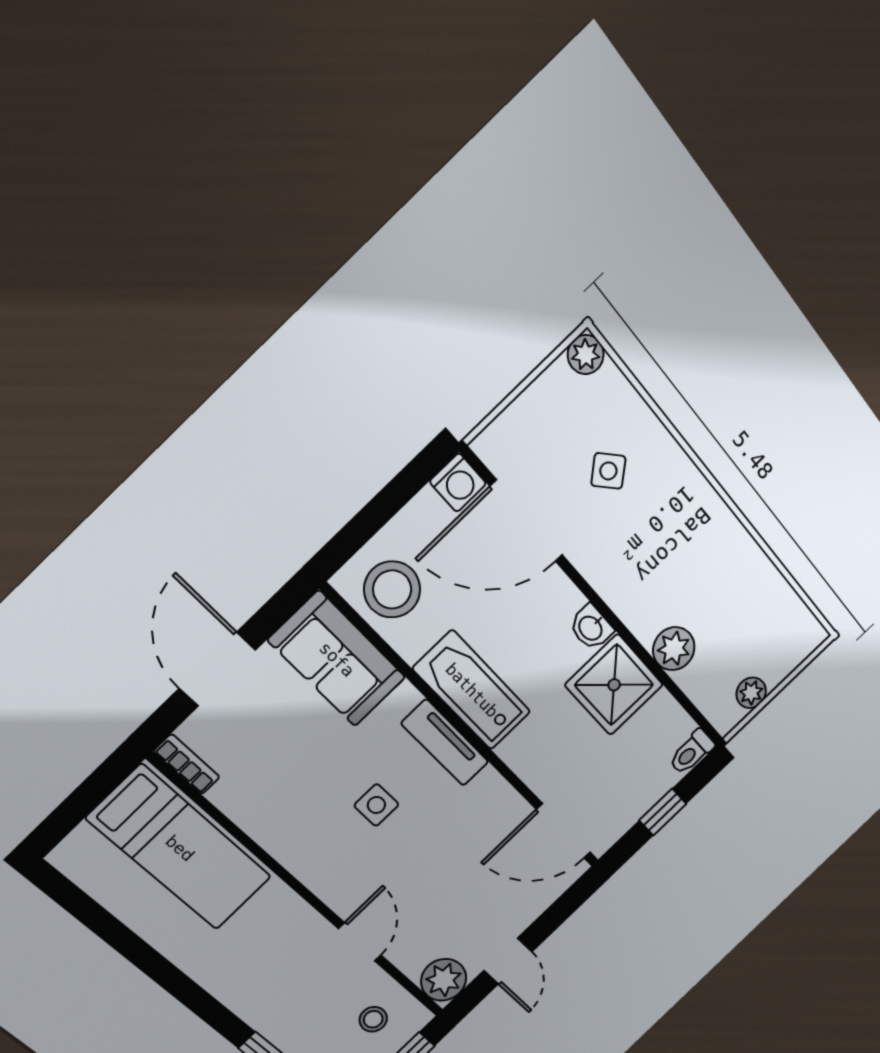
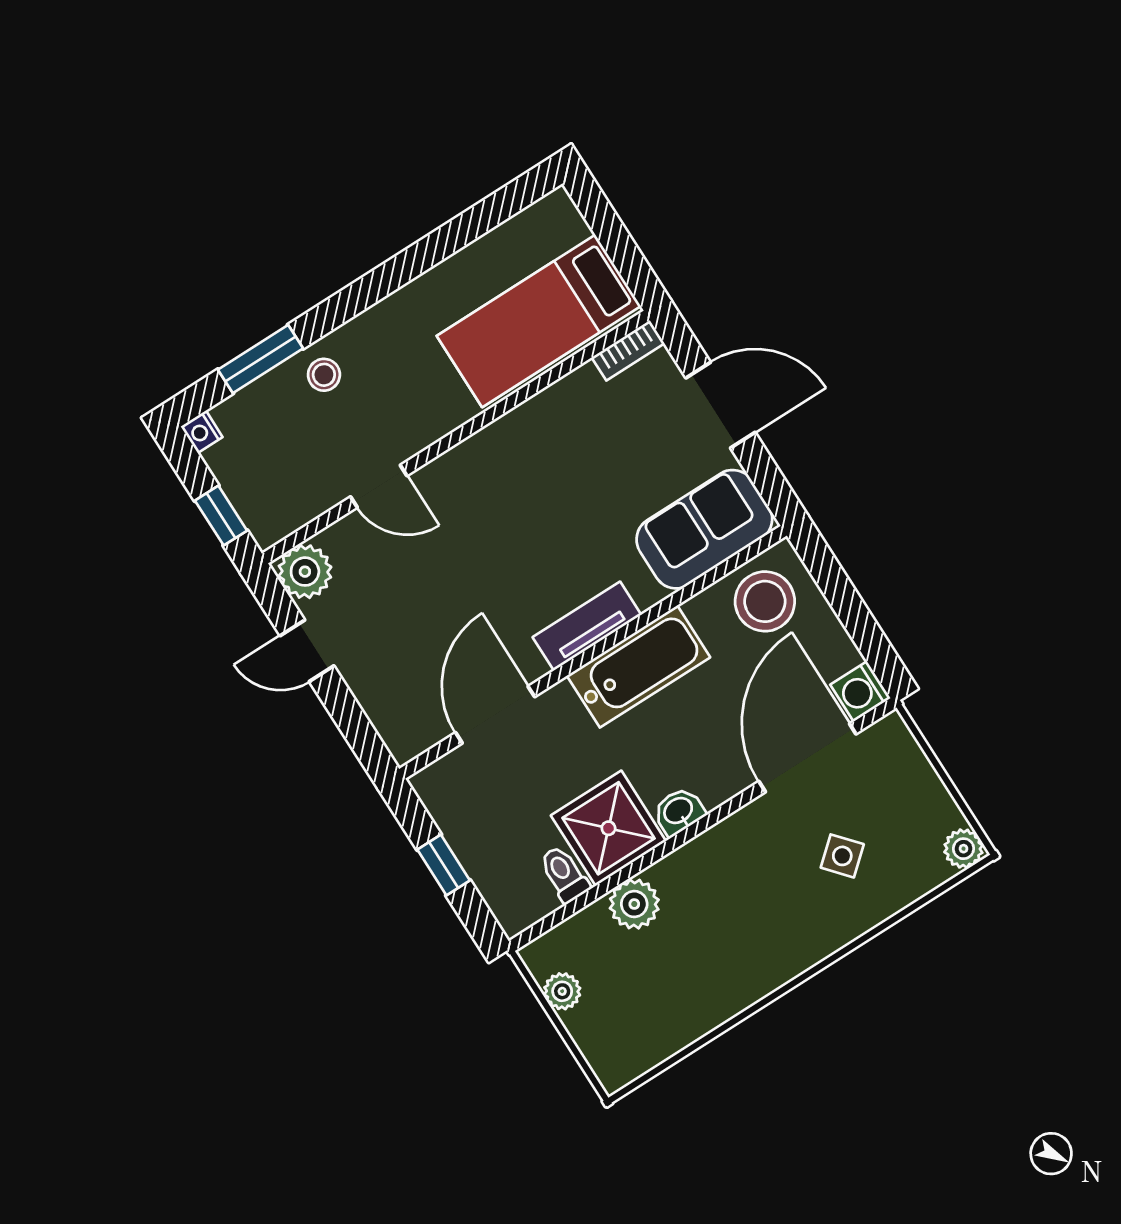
toilet: (692, 752) -> (564, 874), moved
side table: (376, 805) -> (535, 537), removed
door: (563, 831) -> (495, 715), moved
stool: (373, 1019) -> (324, 375), moved

